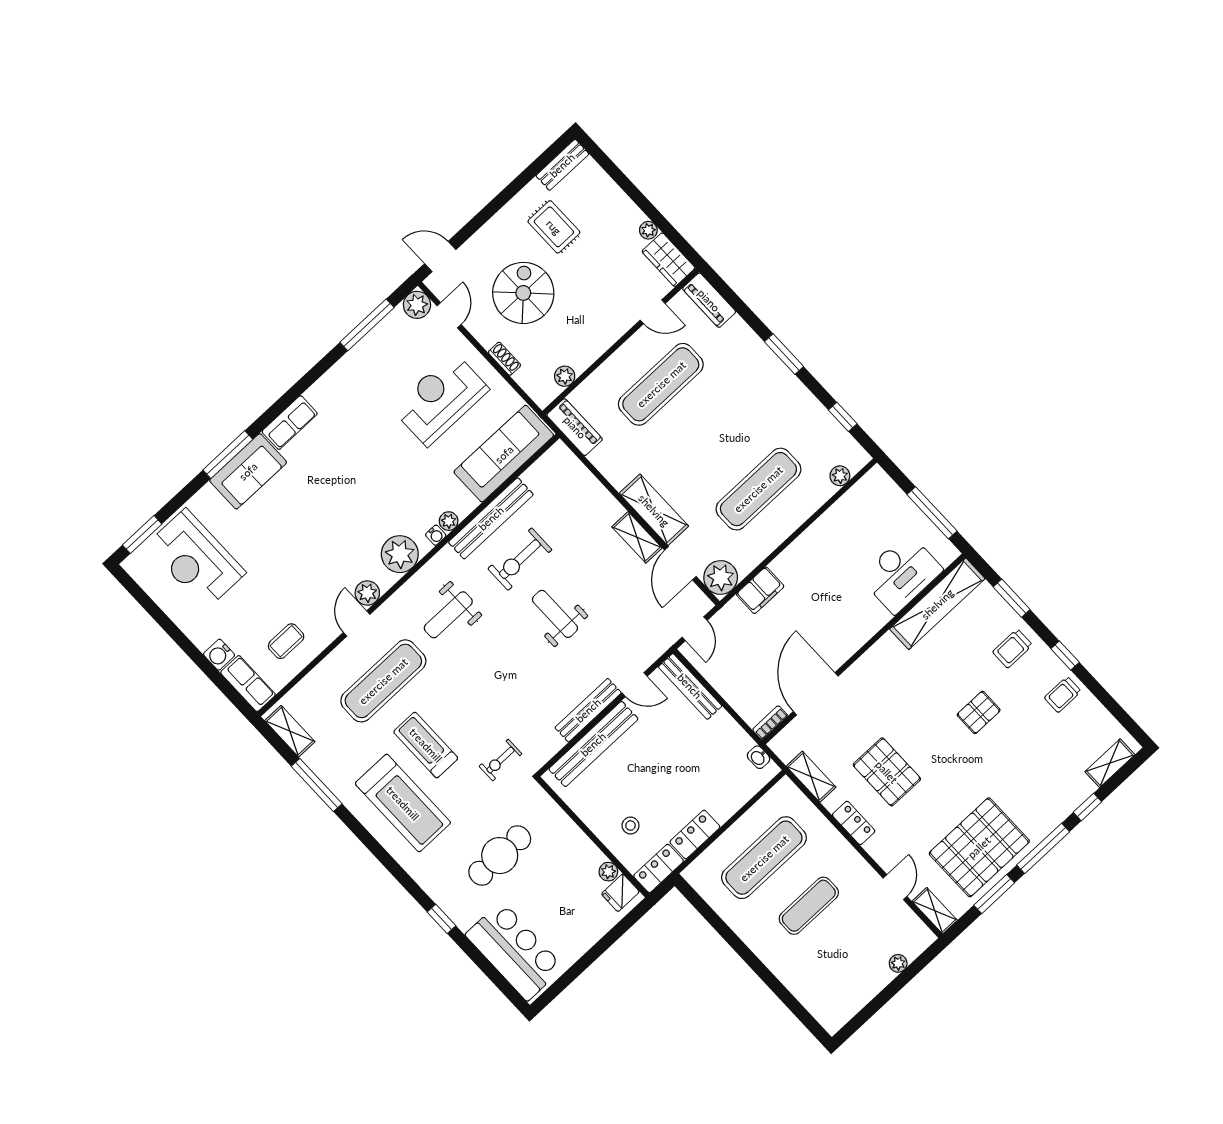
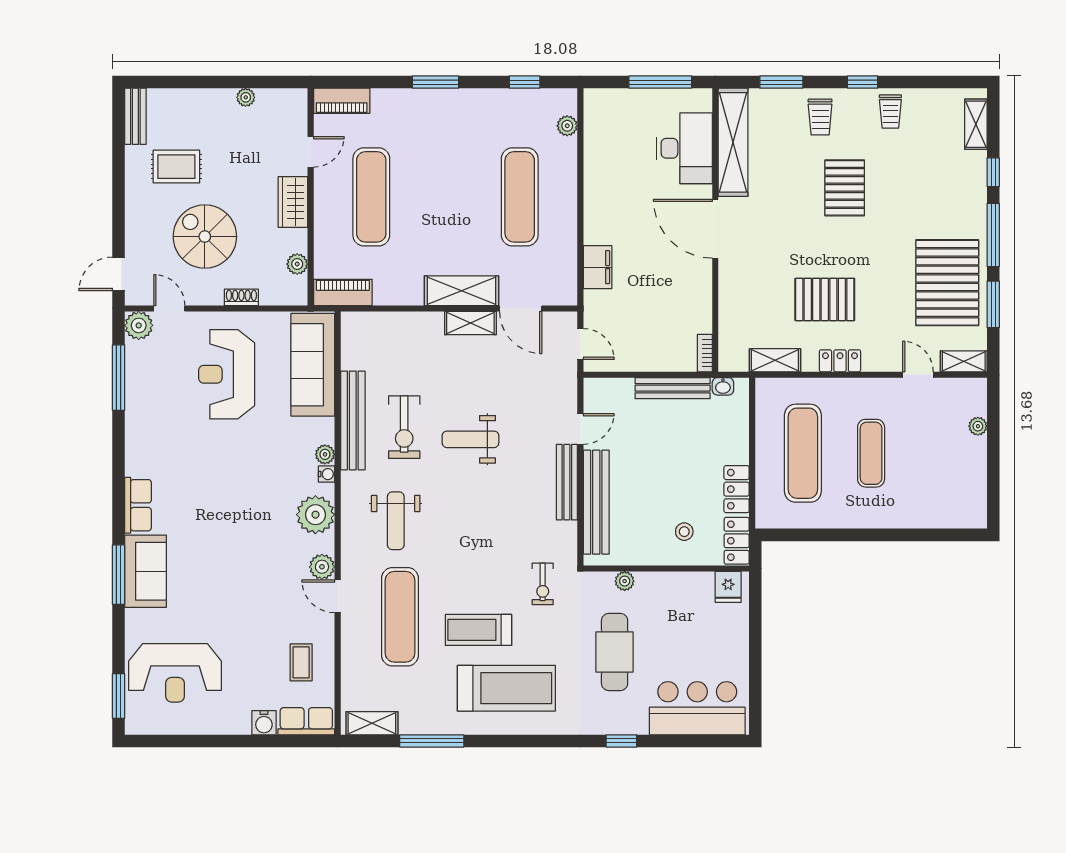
wardrobe: (668, 260) -> (293, 202), moved, turned 90
plant: (721, 578) -> (560, 288), removed
bench: (690, 686) -> (673, 388), moved
door: (816, 694) -> (715, 229), moved
pallet: (979, 712) -> (845, 188), width x1.50, depth x1.42
plant: (608, 872) -> (625, 581), moved

